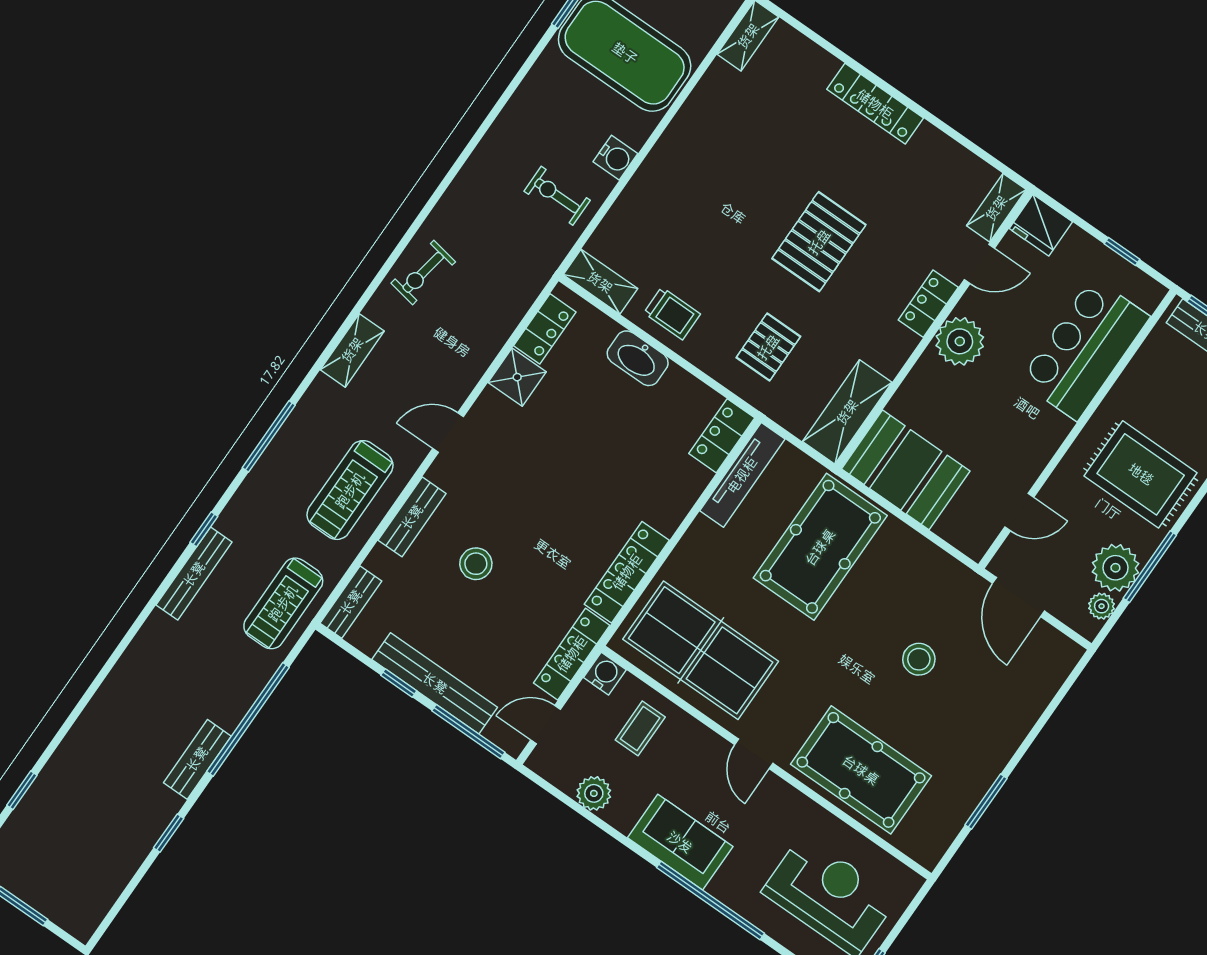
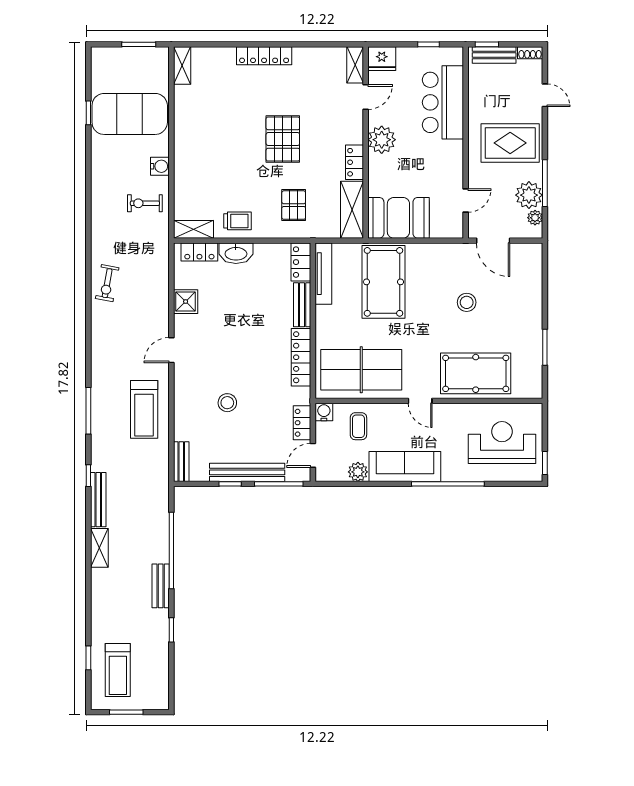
locker: (928, 304) -> (355, 162), moved
locker: (545, 329) -> (199, 252), moved, turned 90
shelving: (352, 350) -> (99, 548), moved
bench: (412, 517) -> (302, 305), moved
treadmill: (283, 603) -> (118, 670), moved
locker: (572, 654) -> (302, 423), width x0.66
sofa: (680, 842) -> (405, 466), width x1.36

